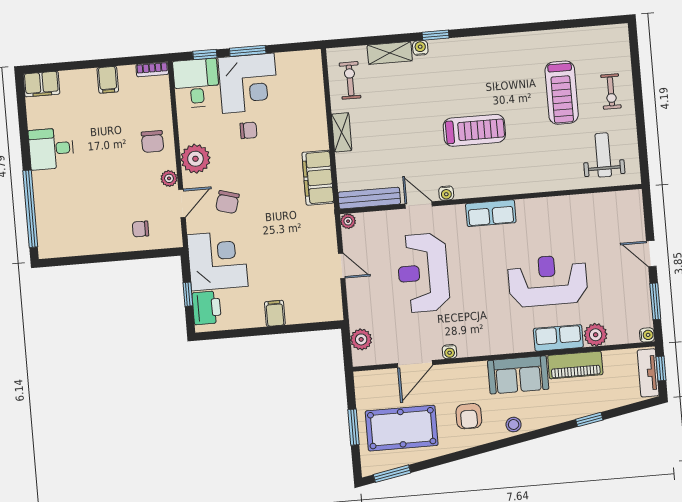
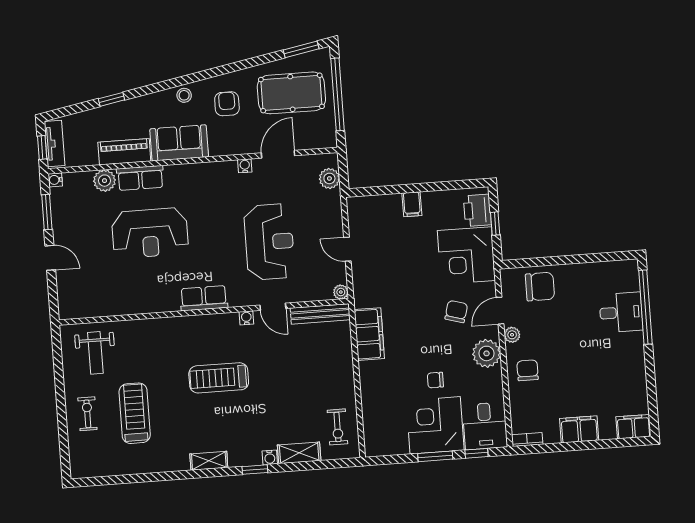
filing cabinet: (108, 80) -> (579, 429), width x2.00
shelving: (342, 132) -> (209, 461), moved, turned 90
desk: (51, 149) -> (621, 312), moved
chair: (141, 229) -> (540, 287), width x1.87, depth x1.87
window: (354, 427) -> (338, 94), width x2.11

